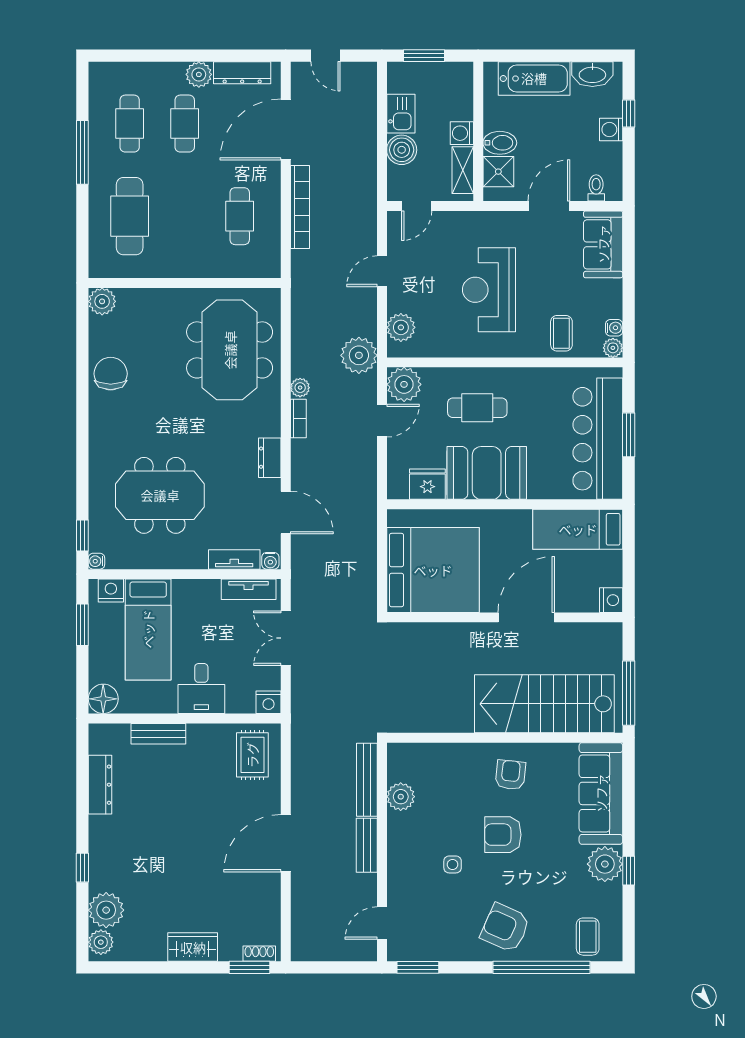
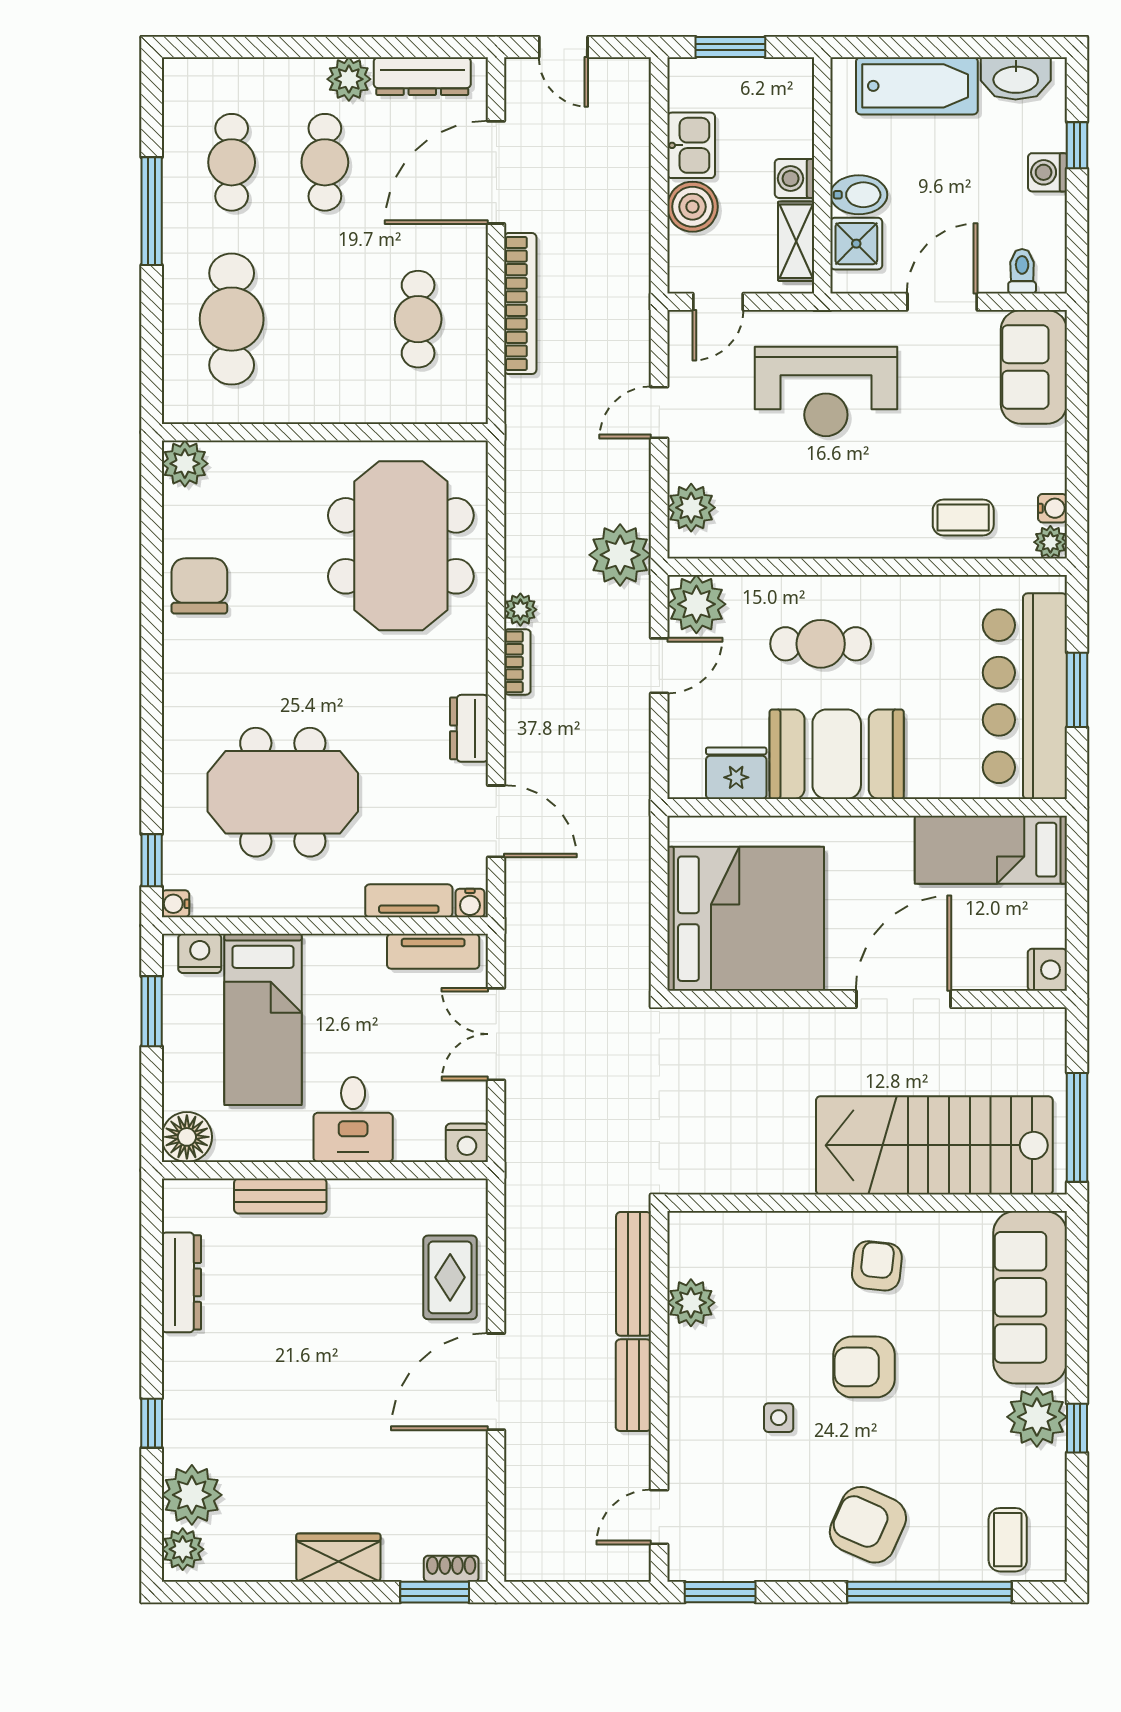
reception desk: (489, 290) -> (826, 392), moved, turned -90
coffee table: (561, 333) -> (963, 518), turned 90
rug: (252, 755) -> (450, 1277), moved

